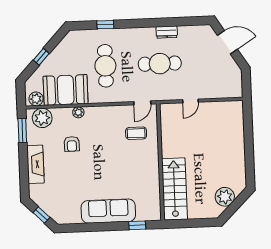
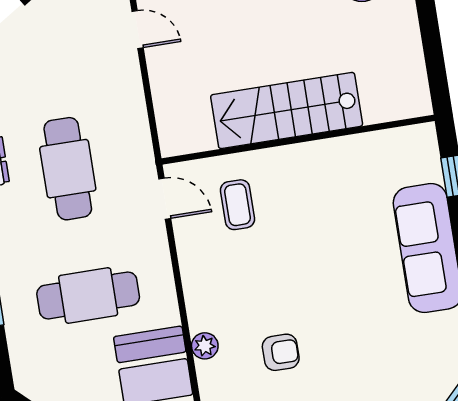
door: (190, 101) -> (138, 29), moved
stairs: (174, 189) -> (287, 111), moved

